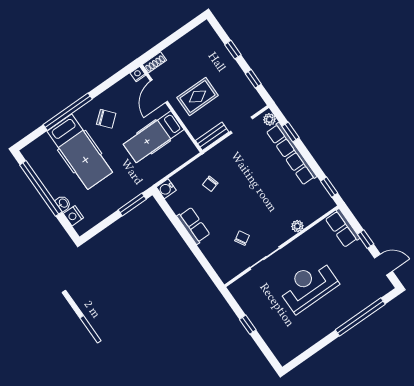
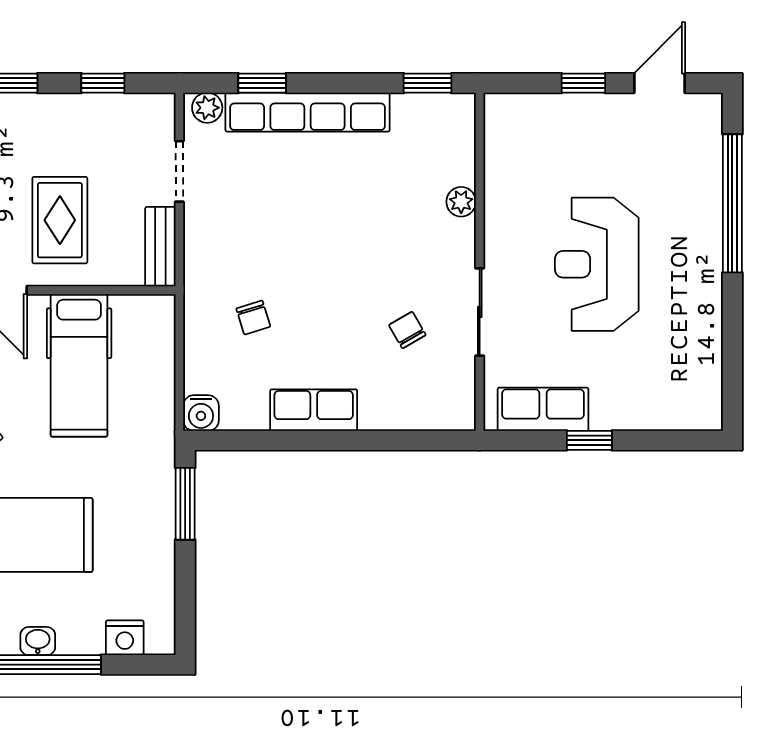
washbasin: (63, 203) -> (38, 641), moved
row of seats: (342, 228) -> (543, 409), moved, turned 180

